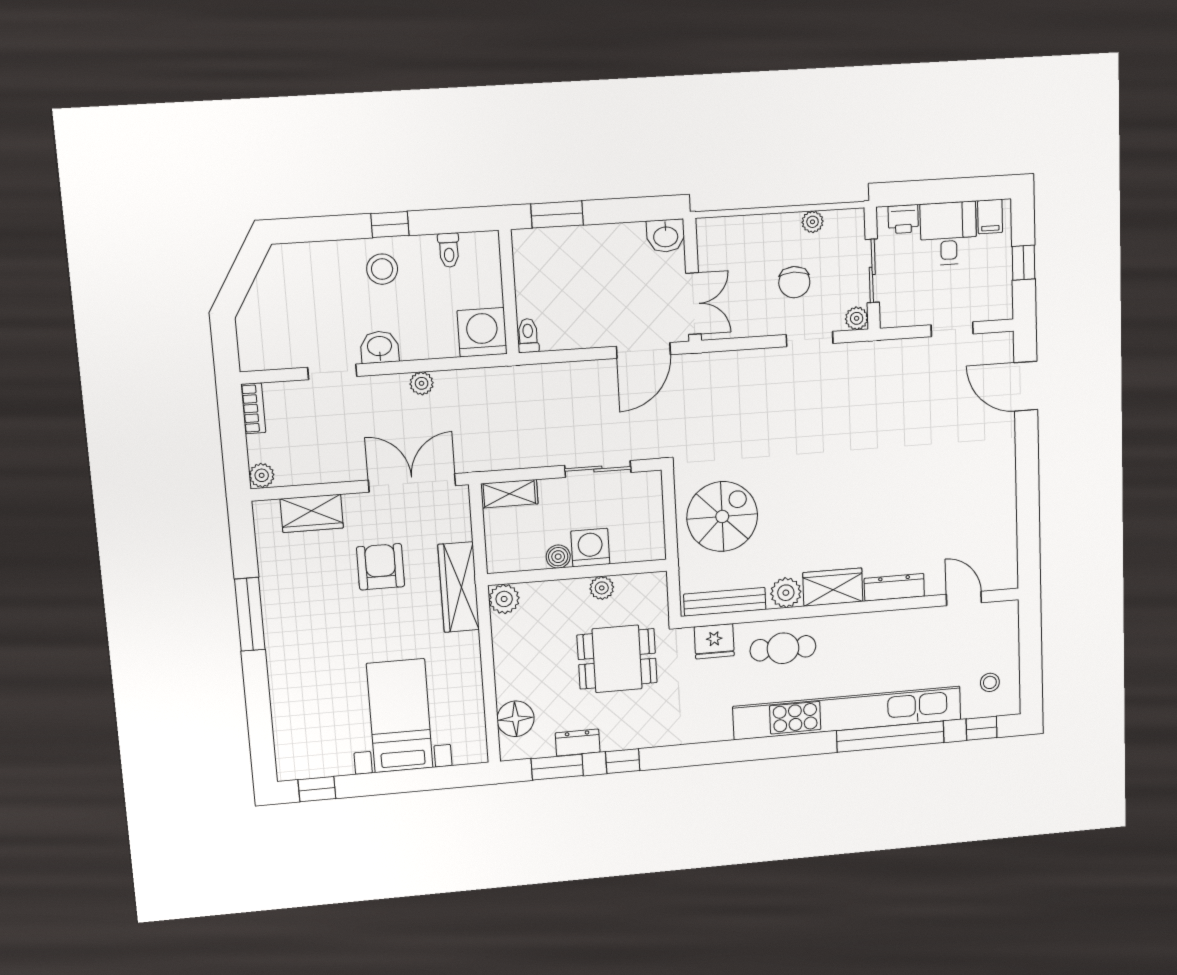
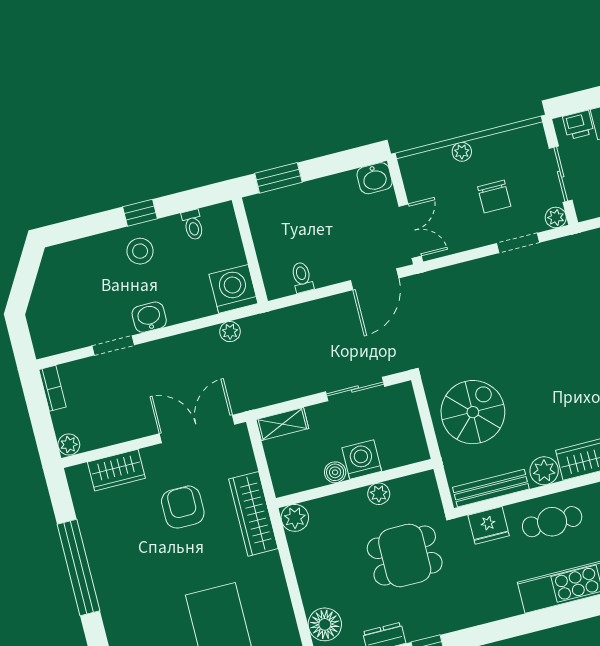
plant: (813, 222) -> (462, 152), moved
toilet: (528, 336) -> (302, 277), moved
plant: (422, 383) -> (230, 332), moved
window: (250, 614) -> (78, 568), width x1.46

